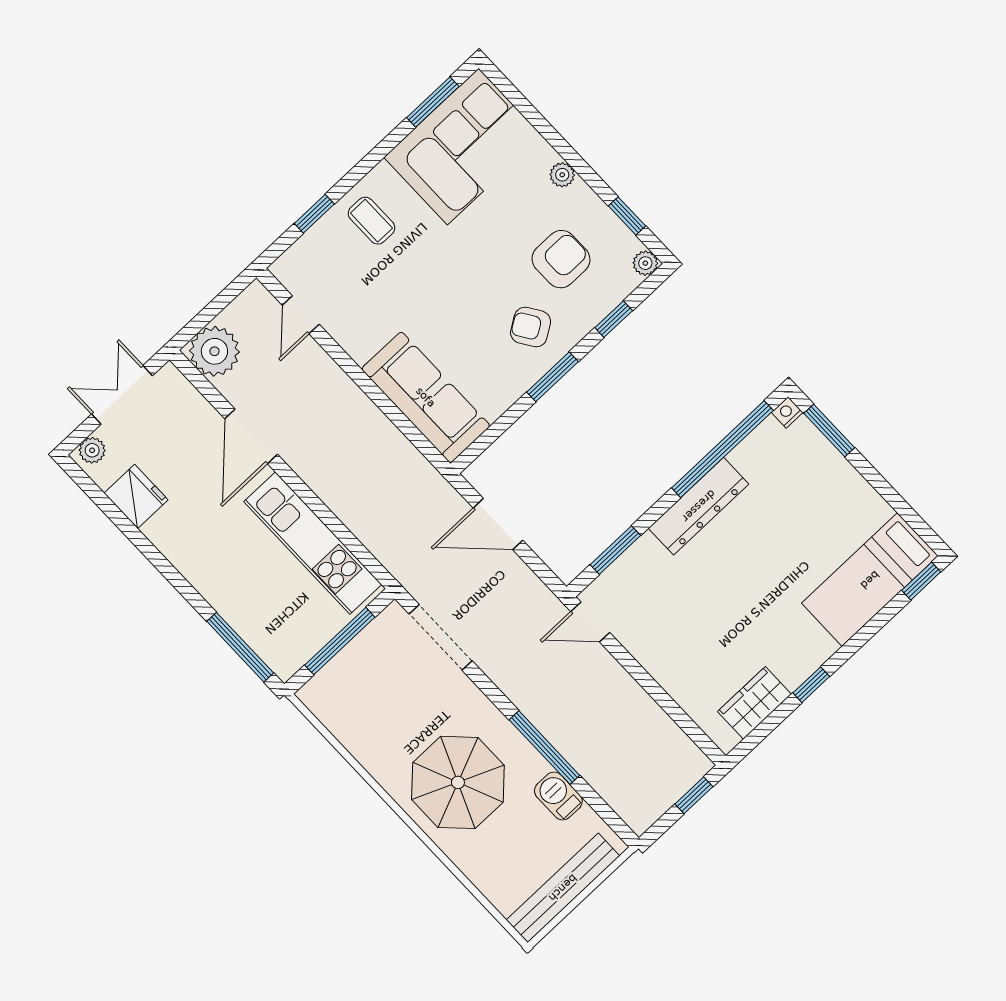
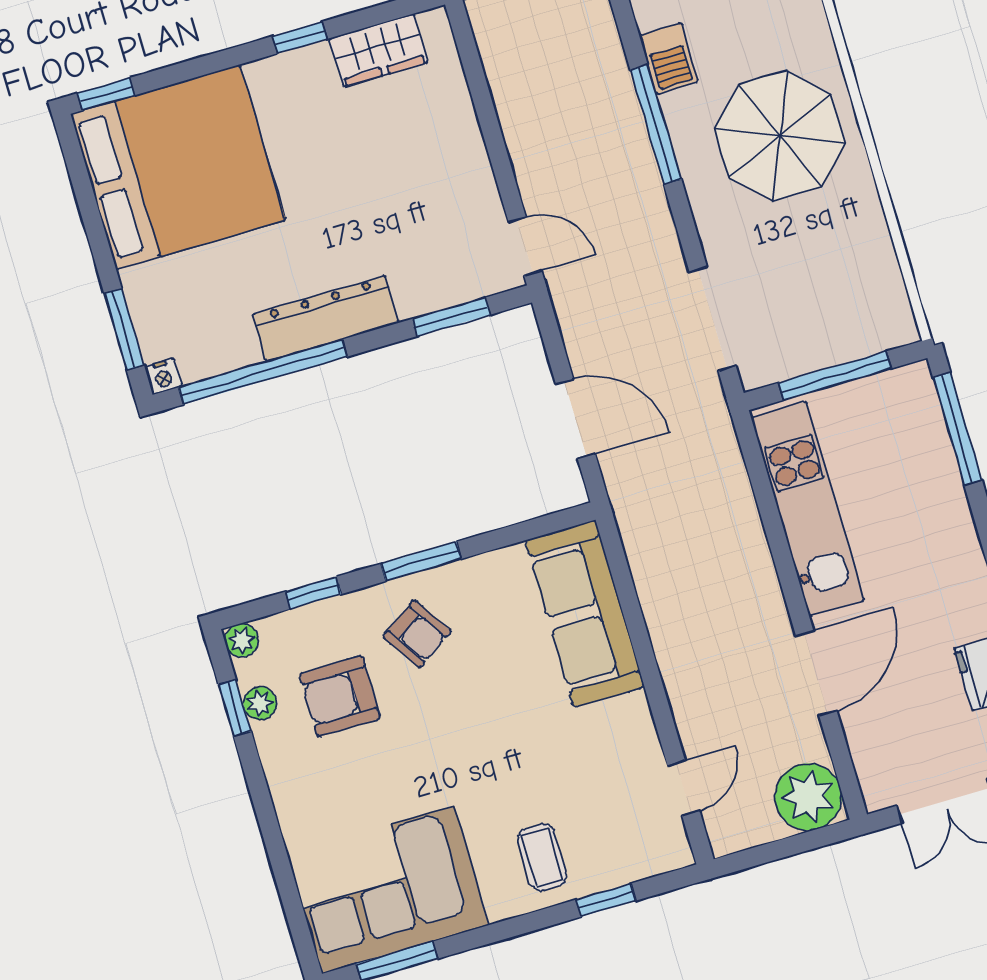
plant: (562, 175) -> (260, 703), moved
bed: (870, 580) -> (178, 167), width x2.04

